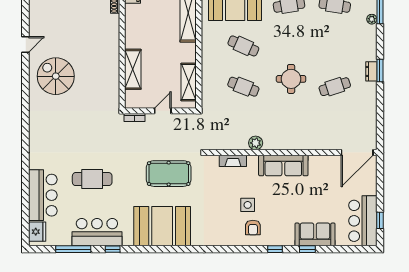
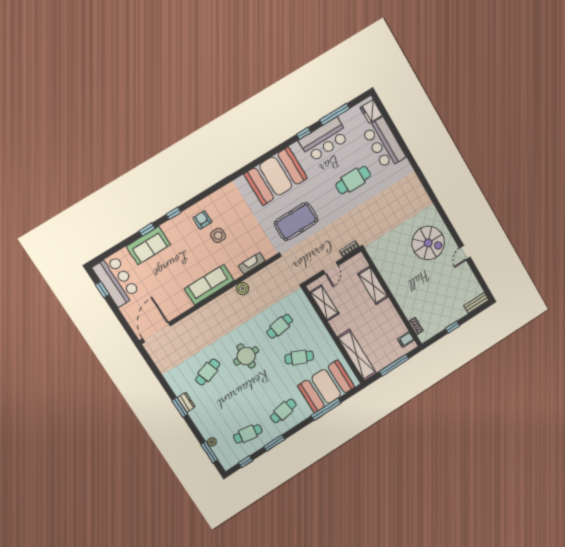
cafe table: (243, 87) -> (280, 326), turned -30

